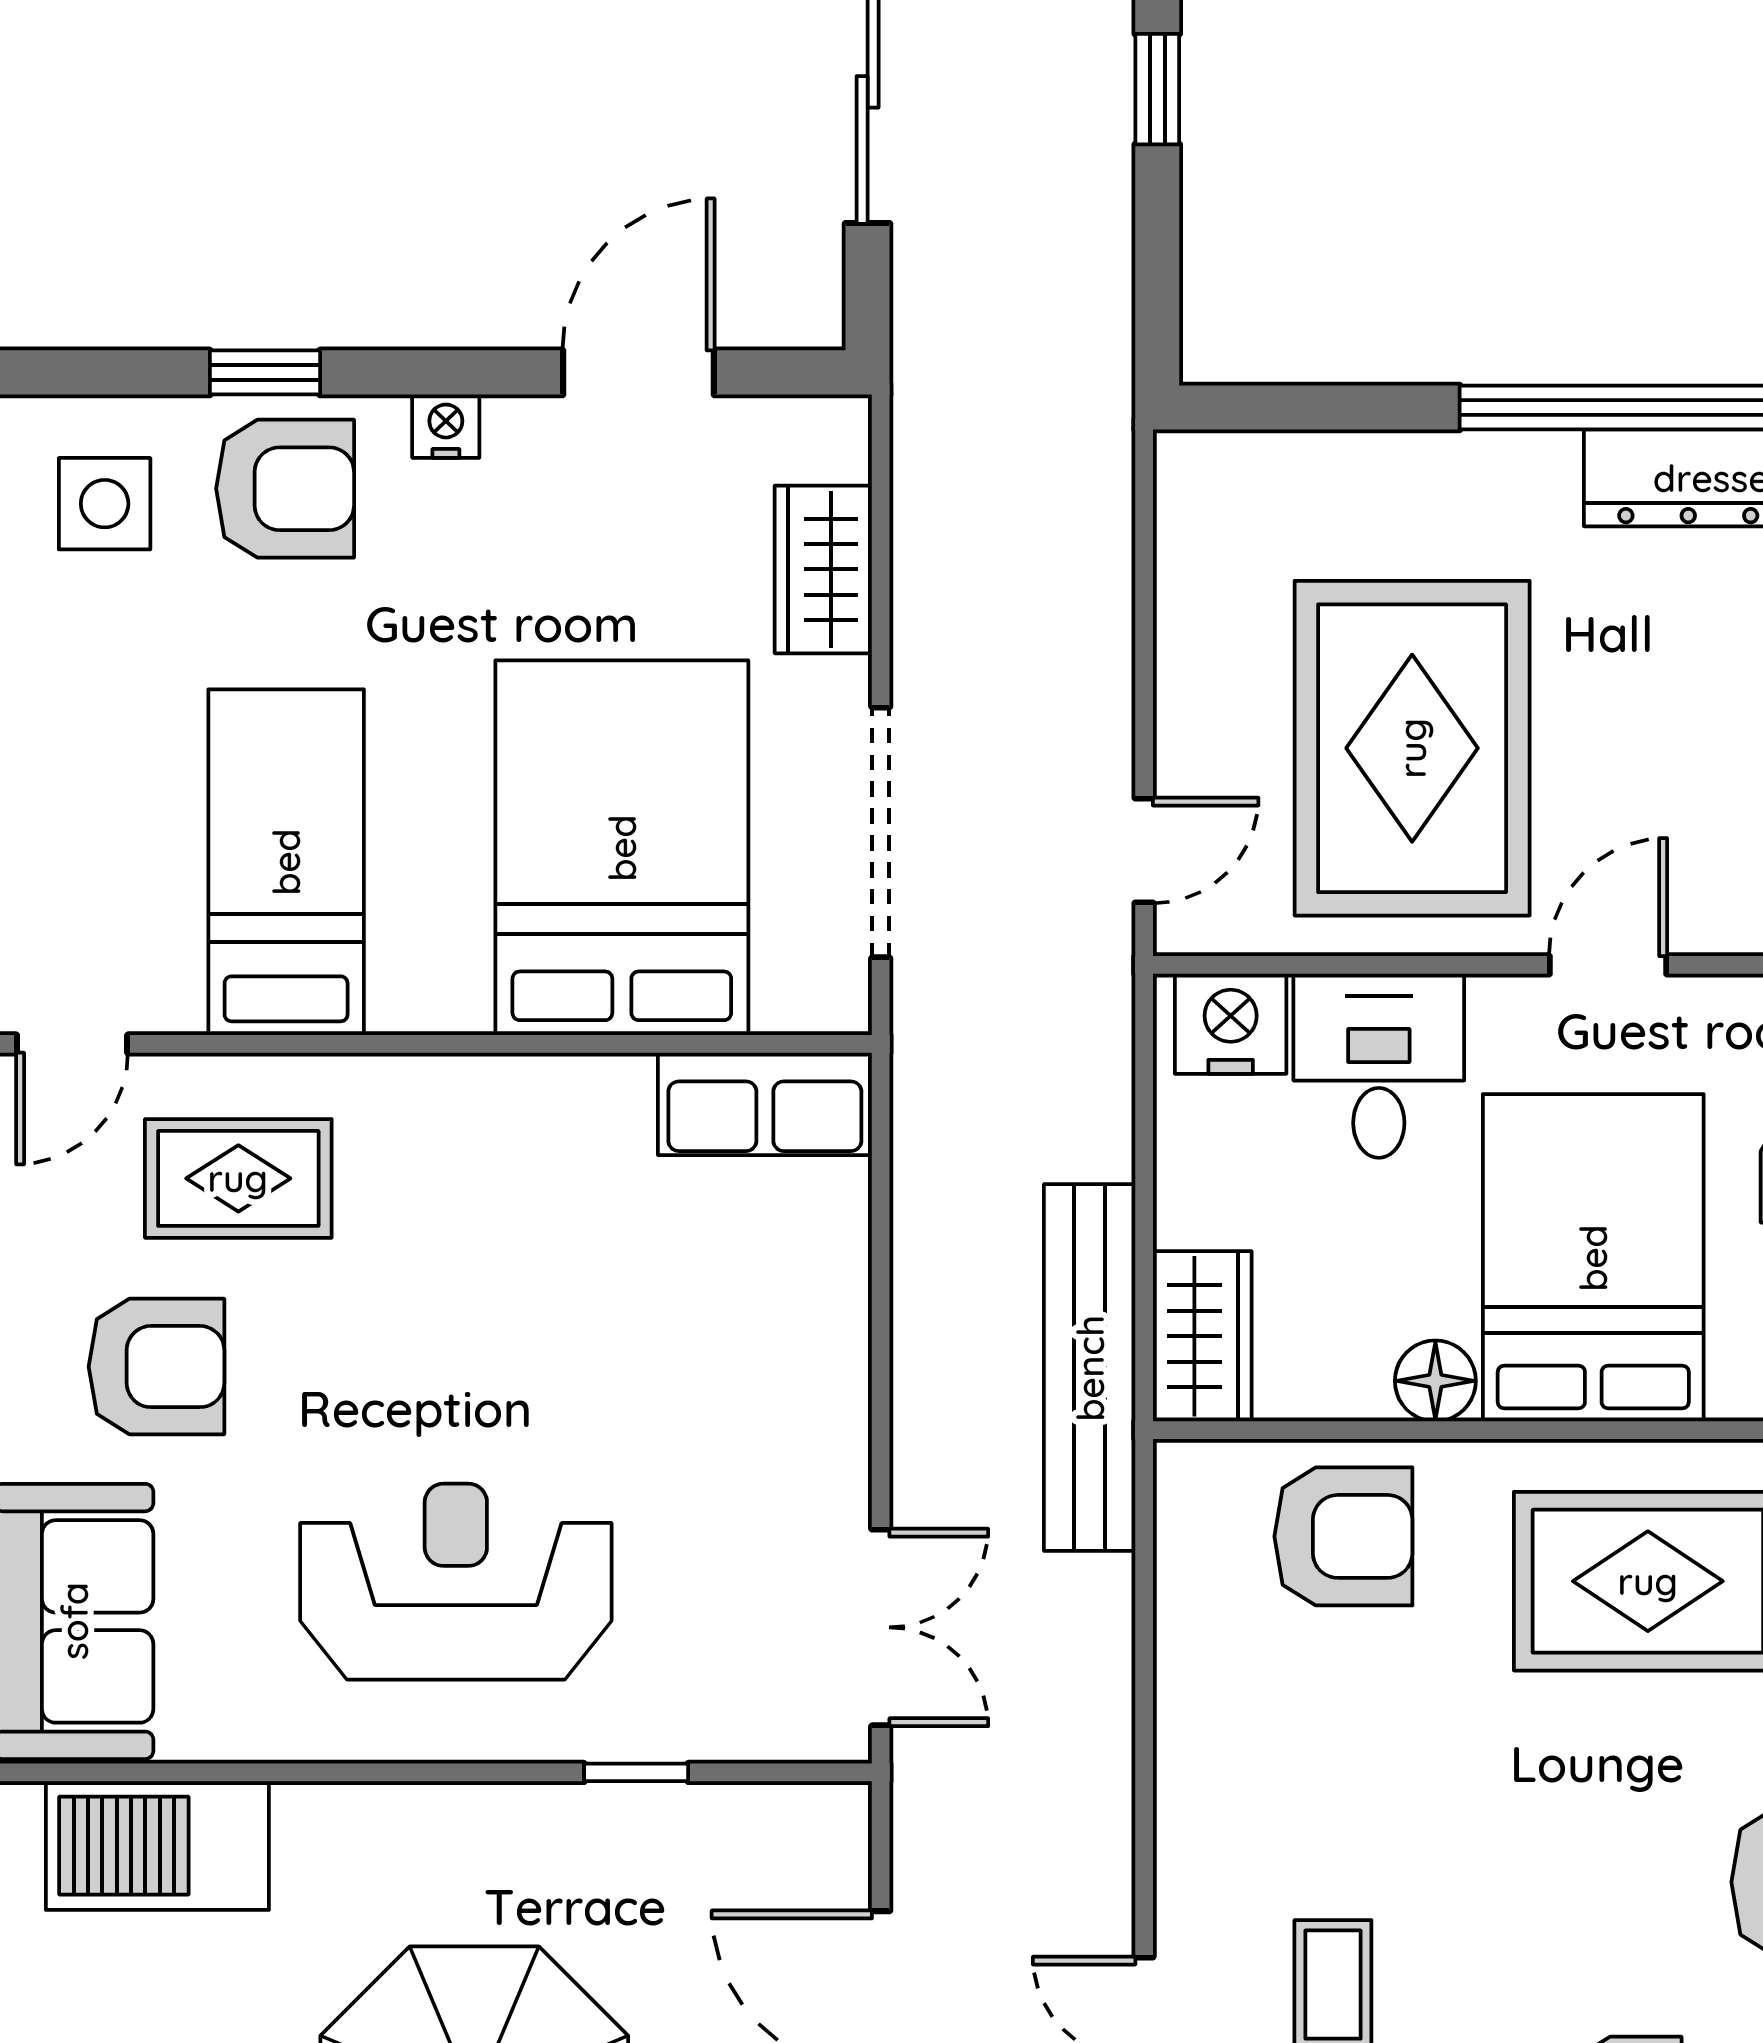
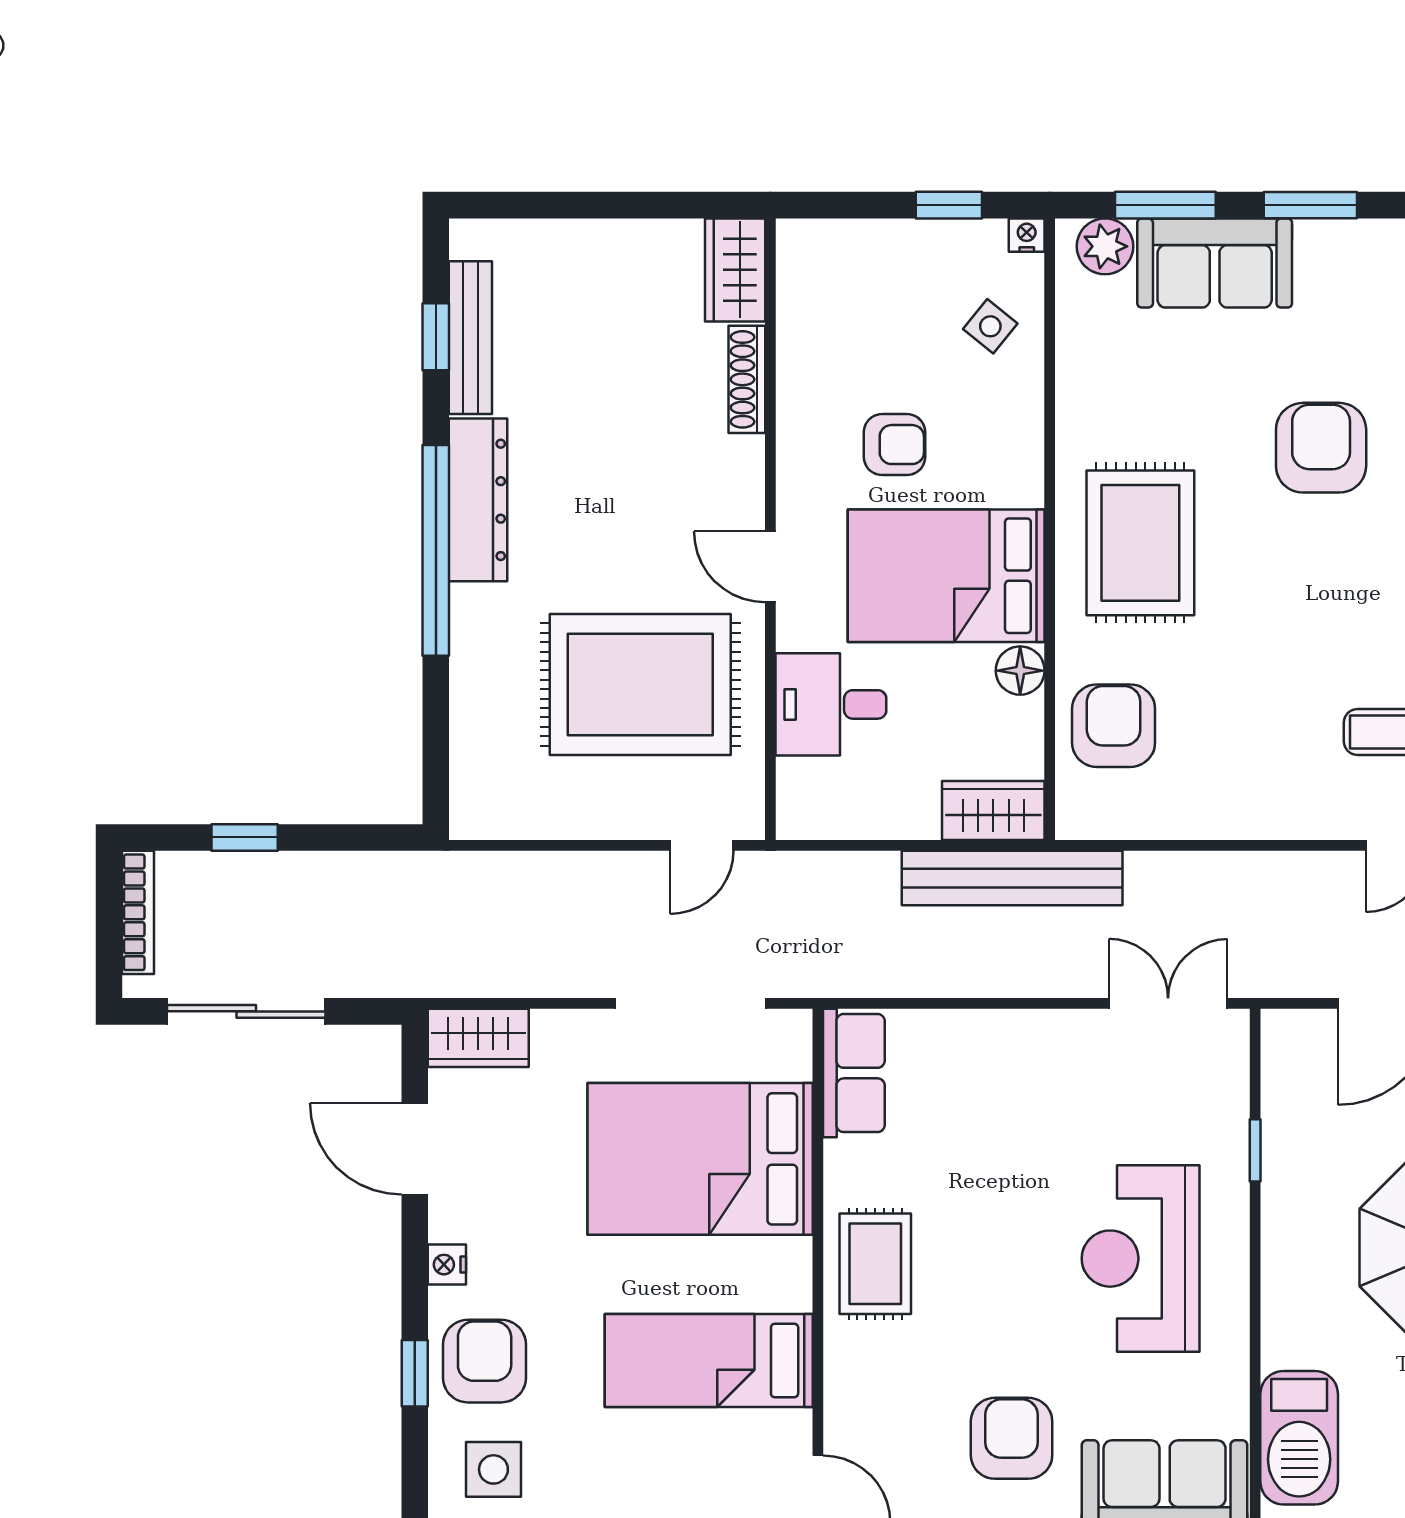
wardrobe: (823, 569) -> (478, 1038), moved
door: (1144, 851) -> (702, 845), swing flipped
nightstand: (1231, 1024) -> (806, 793), removed
rug: (238, 1178) -> (875, 1264), moved

